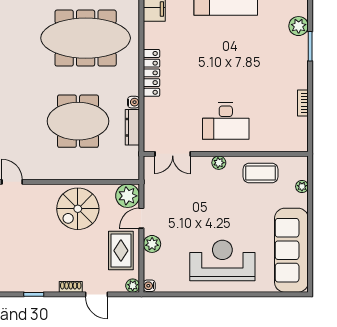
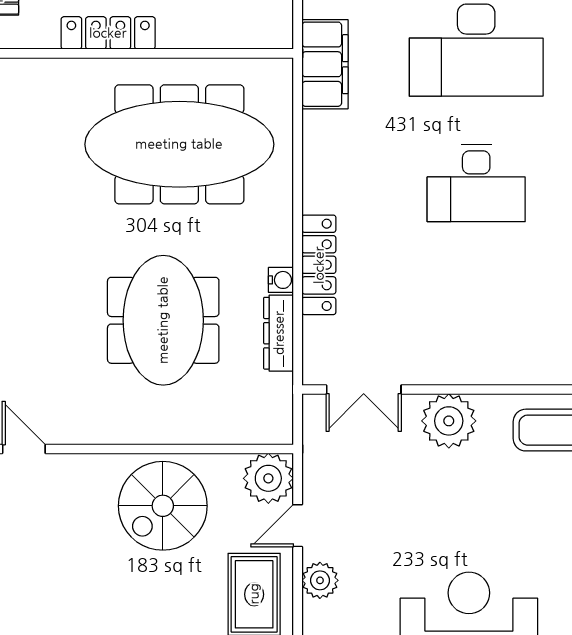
locker: (151, 73) -> (319, 265), moved
meeting table: (78, 121) -> (163, 320), turned 90
desk: (226, 121) -> (476, 183), moved
plant: (219, 163) -> (449, 421), width x1.88, depth x1.88

